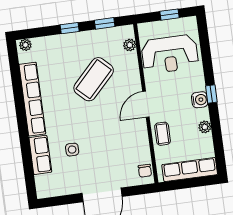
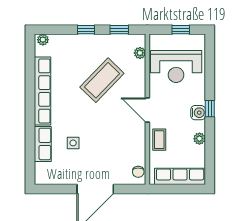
door: (146, 104) -> (147, 110), hinge flipped

